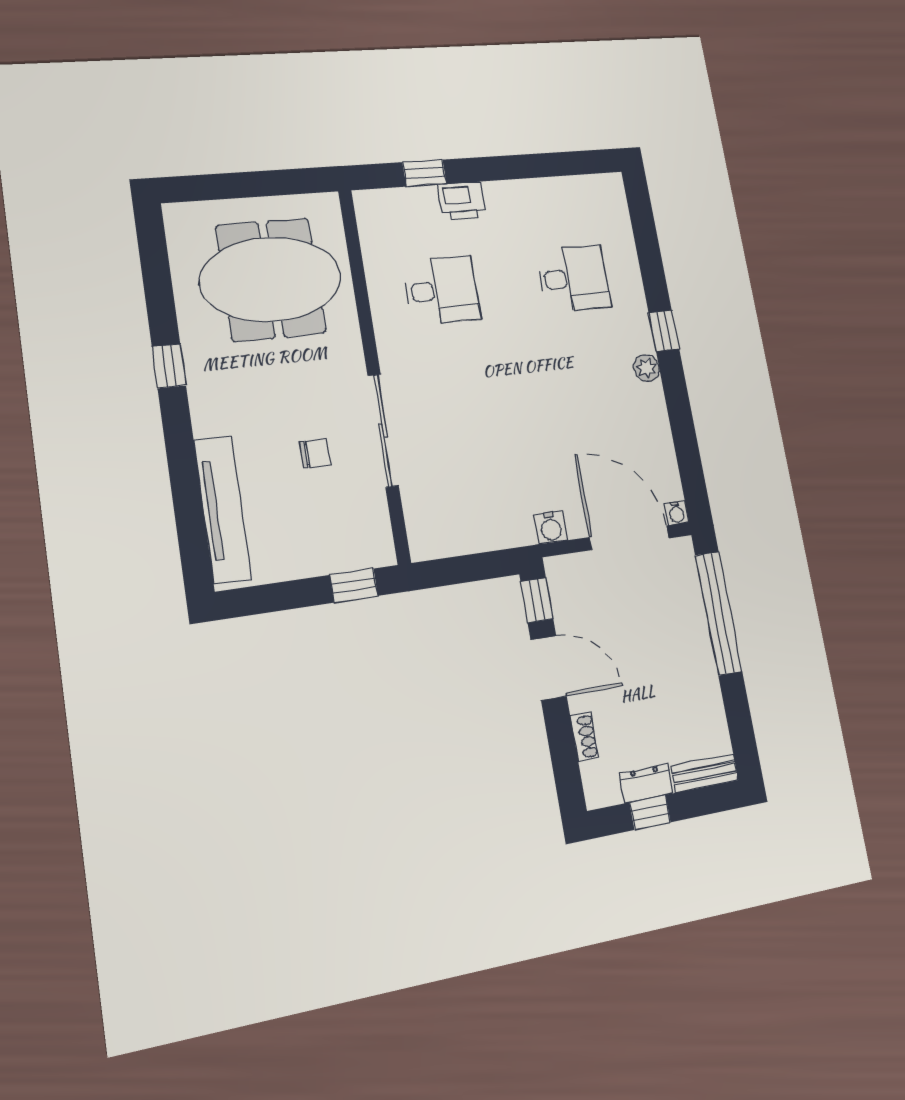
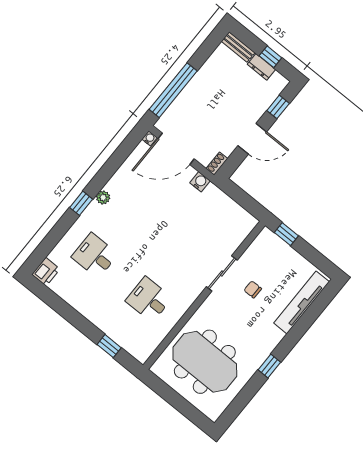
printer: (461, 201) -> (46, 272), moved, turned 90
sliding door: (383, 430) -> (222, 273), width x0.73
door: (629, 538) -> (176, 149), hinge flipped
window: (537, 600) -> (278, 107), moved
door: (549, 668) -> (252, 139), swing flipped
shoe rack: (585, 737) -> (217, 164), moved

